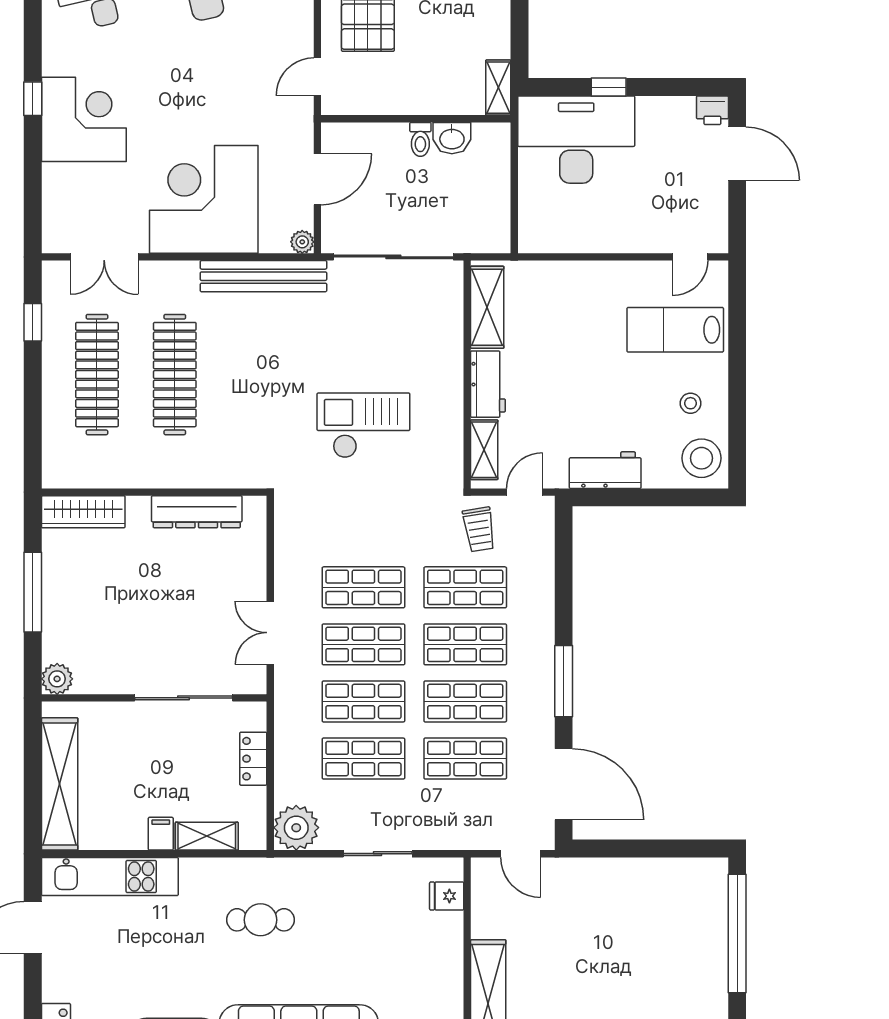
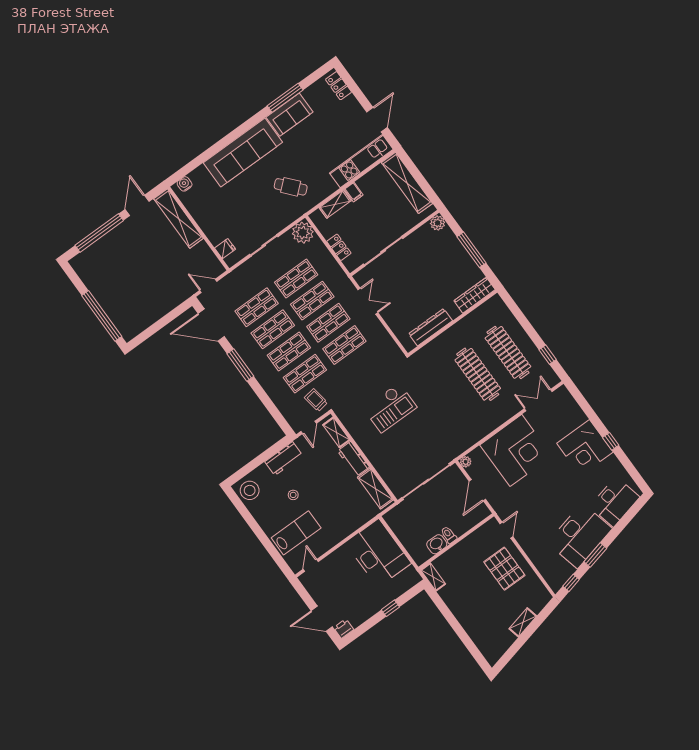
desk: (576, 140) -> (378, 553), moved, turned -90
bench: (263, 276) -> (471, 438), removed
stool: (691, 403) -> (293, 495), moved
cafe table: (261, 920) -> (291, 187), turned 49

